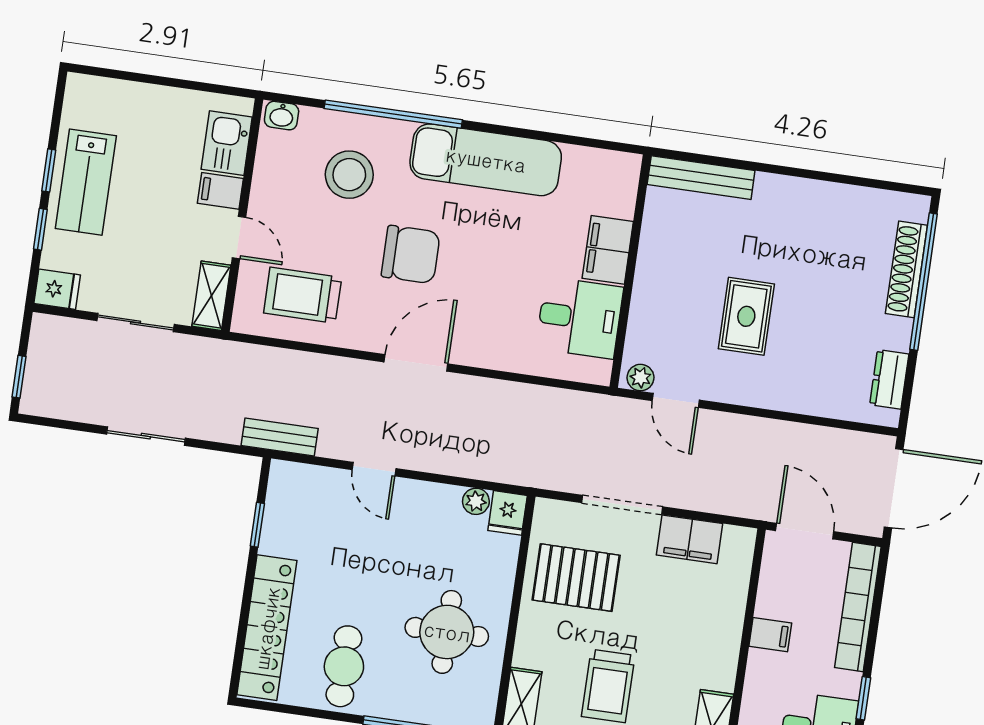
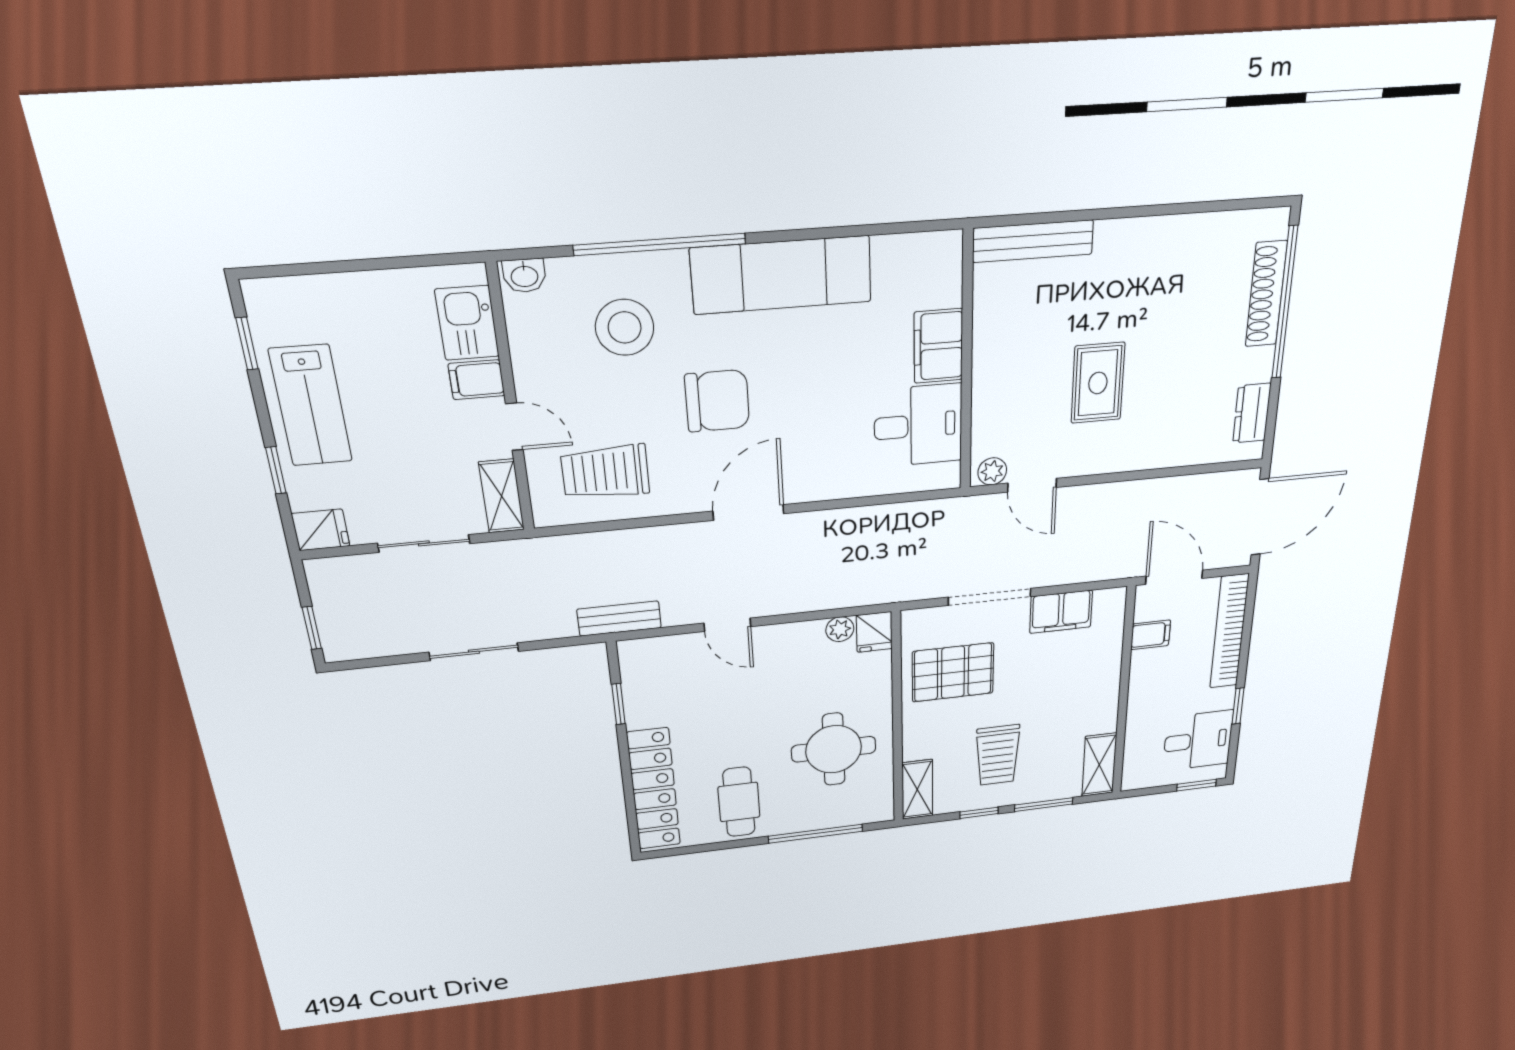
window: (49, 170) -> (247, 344), moved
filing cabinet: (770, 635) -> (1151, 635), moved

